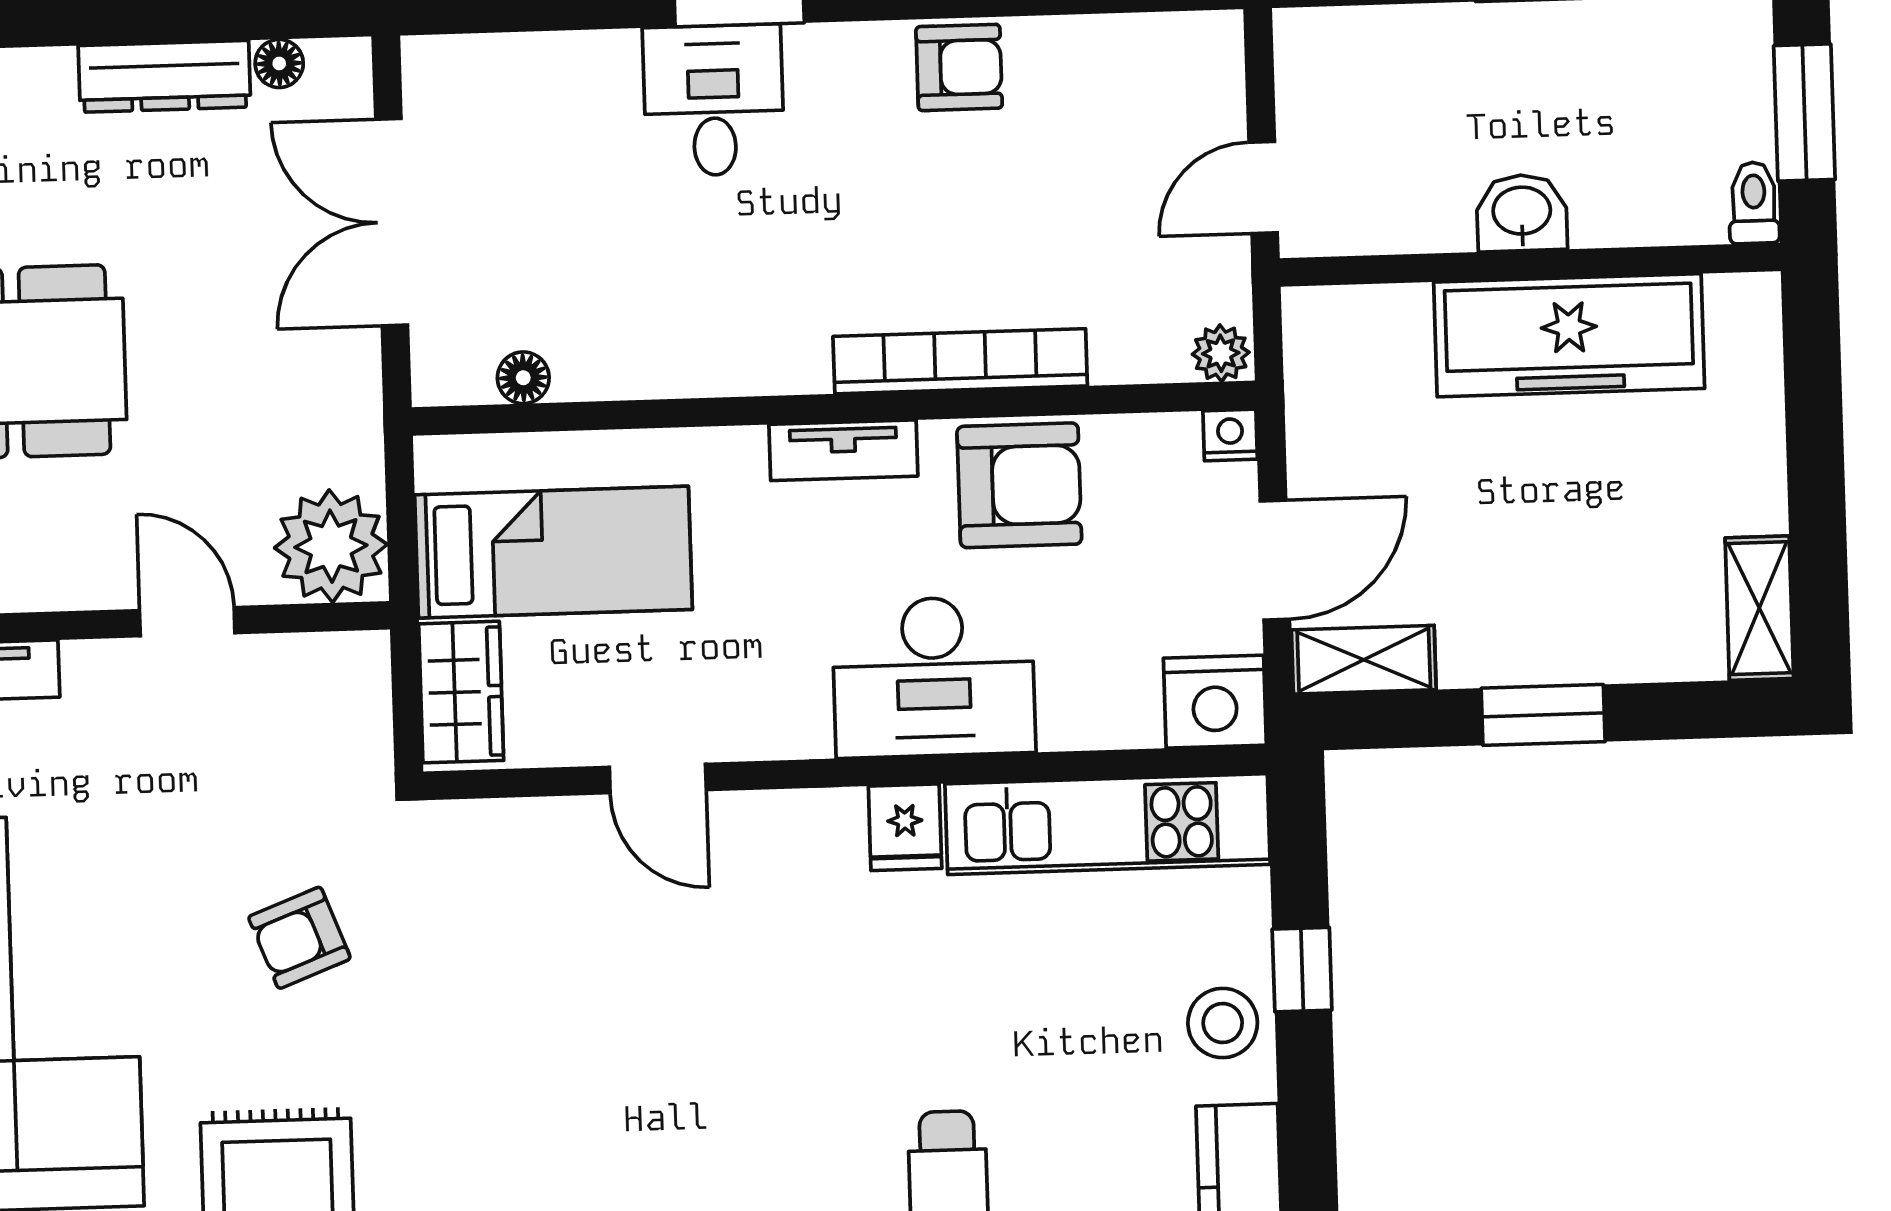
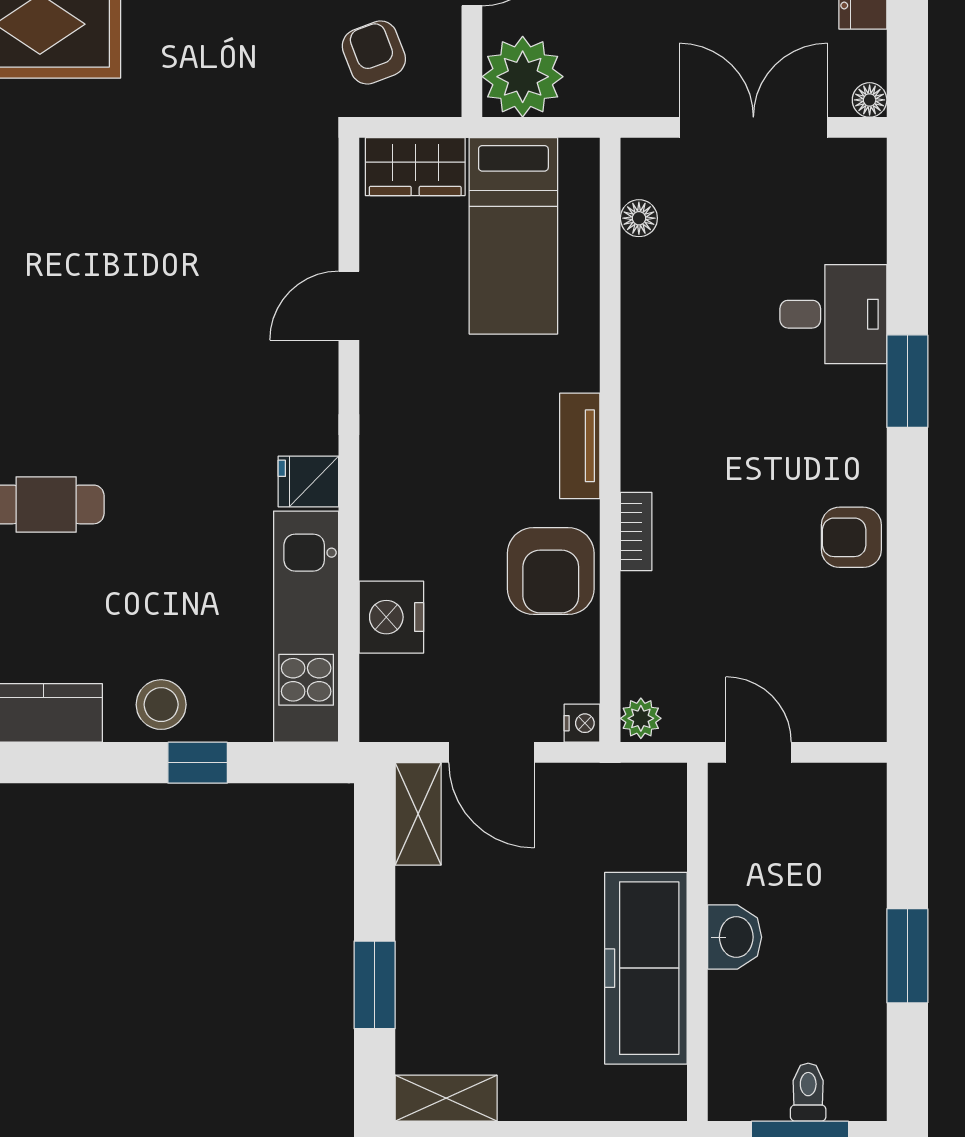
floor lamp: (279, 63) -> (870, 100), moved
armchair: (959, 67) -> (851, 537), turned 90
desk: (714, 100) -> (833, 314), moved
toilet: (1754, 203) -> (808, 1092), moved, turned -90
bookcase: (960, 361) -> (636, 531), width x0.43, depth x0.76
desk: (934, 677) -> (416, 505), removed
nightstand: (1215, 702) -> (391, 617), moved
window: (1543, 715) -> (375, 985), moved
armchair: (299, 938) -> (374, 52), moved

